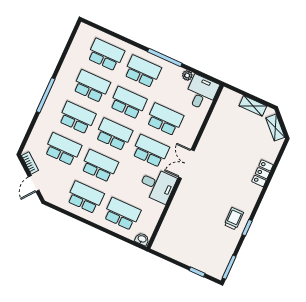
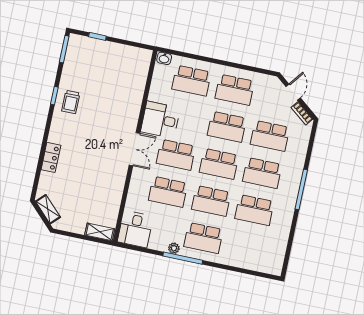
school desk: (106, 55) -> (247, 247), removed
plant: (187, 75) -> (174, 248), moved
shelving: (253, 106) -> (100, 232), moved

